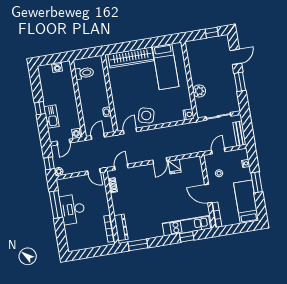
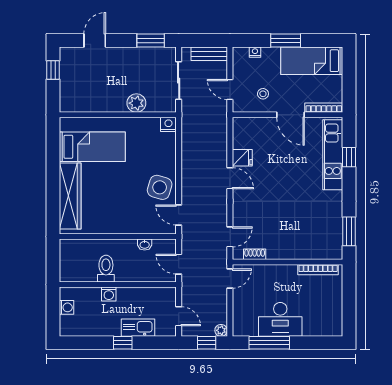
door: (236, 57) -> (95, 40), hinge flipped
toilet: (84, 73) -> (106, 269), moved
window: (240, 82) -> (151, 40), moved
washing machine: (77, 133) -> (109, 294), moved
door: (121, 167) -> (230, 237), swing flipped
door: (208, 194) -> (290, 115), hinge flipped
dresser: (121, 227) -> (319, 252), removed

